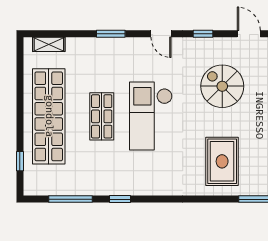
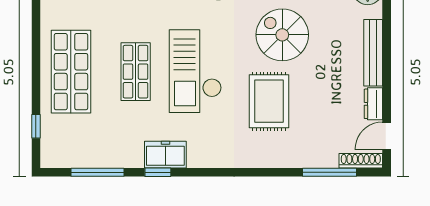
shop shelf: (49, 116) -> (71, 72), width x0.71
rug: (222, 161) -> (269, 101), moved
freezer: (126, 185) -> (165, 155), added

